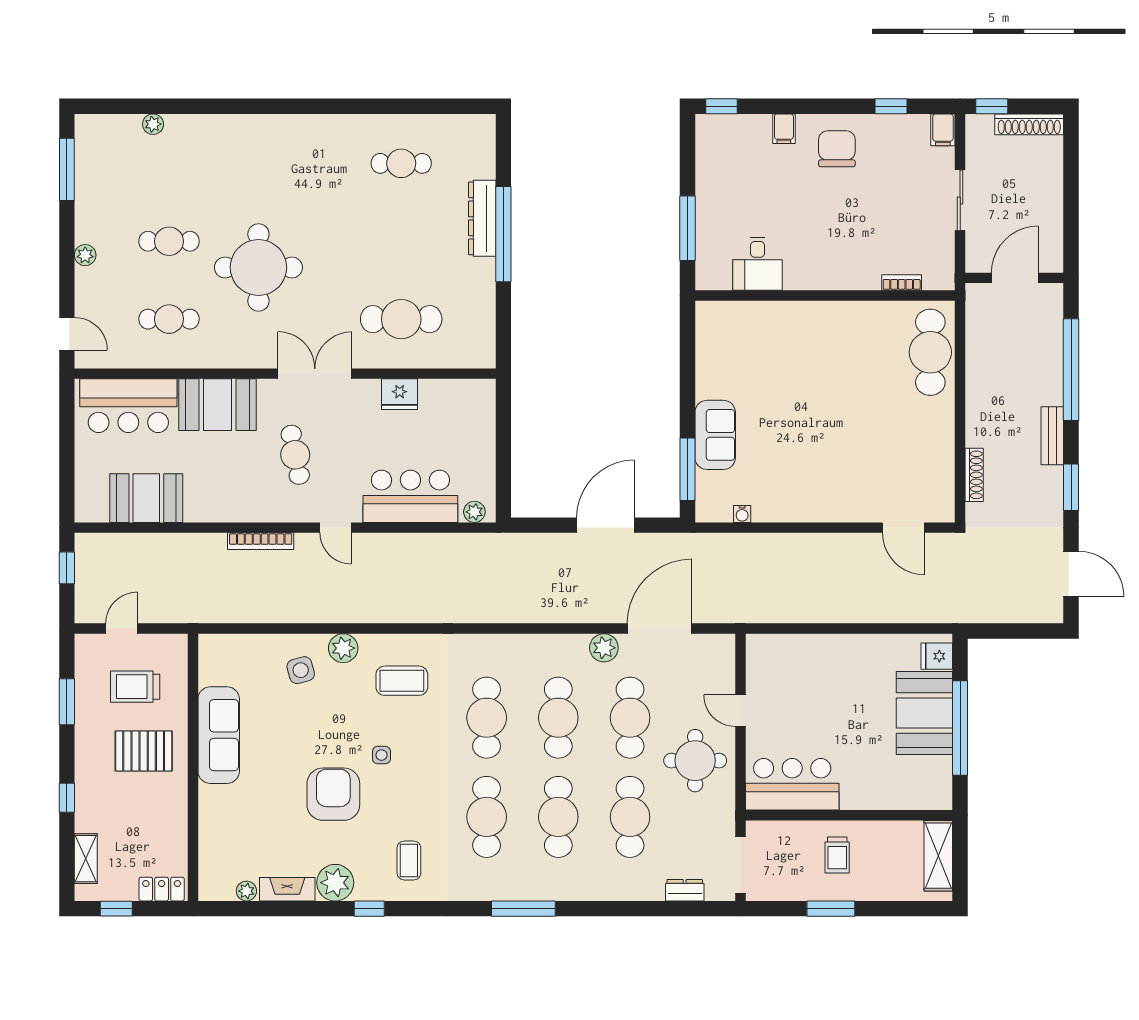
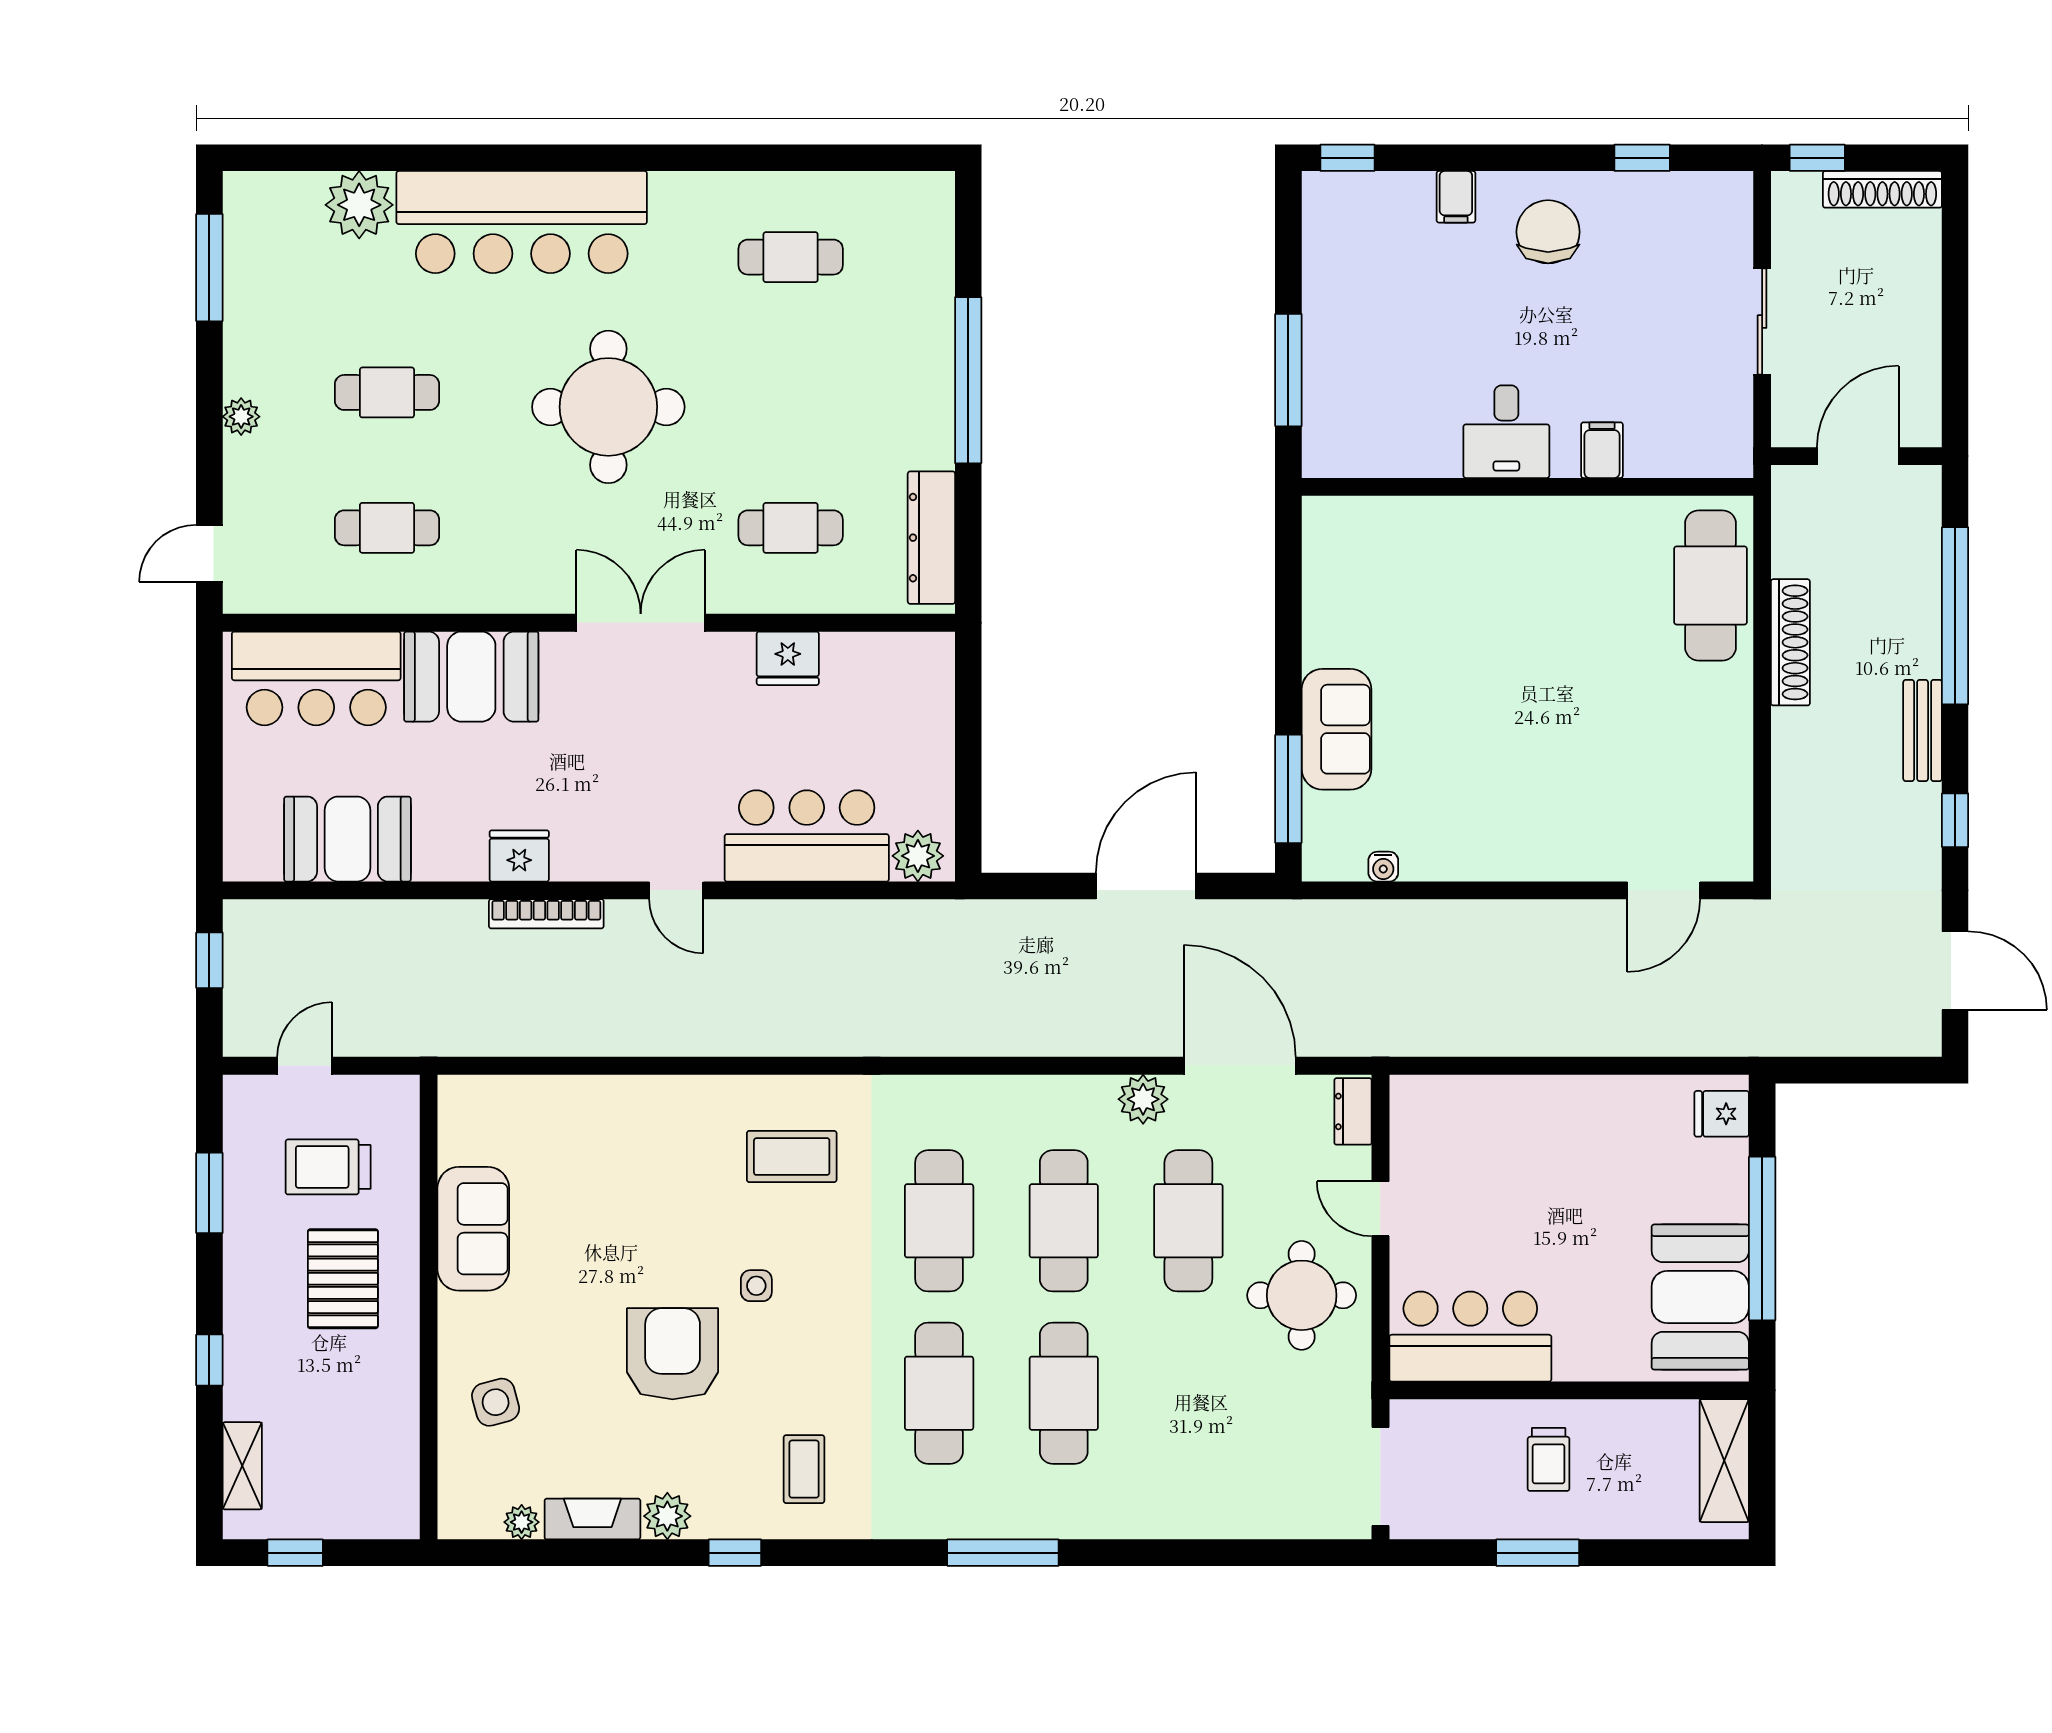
plant: (153, 124) -> (359, 205), width x1.88, depth x1.88
filing cabinet: (943, 130) -> (1602, 450), moved, turned 180
bar counter: (247, 143) -> (522, 222), added
dresser: (482, 218) -> (931, 538), moved
desk: (757, 264) -> (1506, 432), moved
round table: (258, 267) -> (608, 407), moved
bookcase: (902, 283) -> (1661, 464), removed
cafe table: (401, 319) -> (791, 528), width x0.73, depth x0.74
door: (67, 334) -> (209, 553), swing flipped
cafe table: (295, 455) -> (606, 764), removed
shoe rack: (974, 475) -> (1790, 642), moved, width x1.36, depth x1.24
window: (1071, 487) -> (1955, 820), width x0.67
fridge: (245, 508) -> (519, 856), added
plant: (474, 512) -> (918, 856), width x1.38, depth x1.38
door: (903, 528) -> (1664, 890), hinge flipped
door: (659, 629) -> (1240, 1066), hinge flipped
plant: (343, 648) -> (690, 1100), removed
side table: (301, 670) -> (496, 1402), moved
booth: (924, 713) -> (1700, 1297), moved
sofa: (219, 735) -> (473, 1229), width x0.73
pallet: (144, 751) -> (343, 1279), turned 90
cafe table: (630, 817) -> (1188, 1393), removed
plant: (335, 883) -> (667, 1516), width x0.73, depth x0.73
locker: (162, 889) -> (374, 1519), removed
dresser: (685, 890) -> (1353, 1111), moved, turned -90

